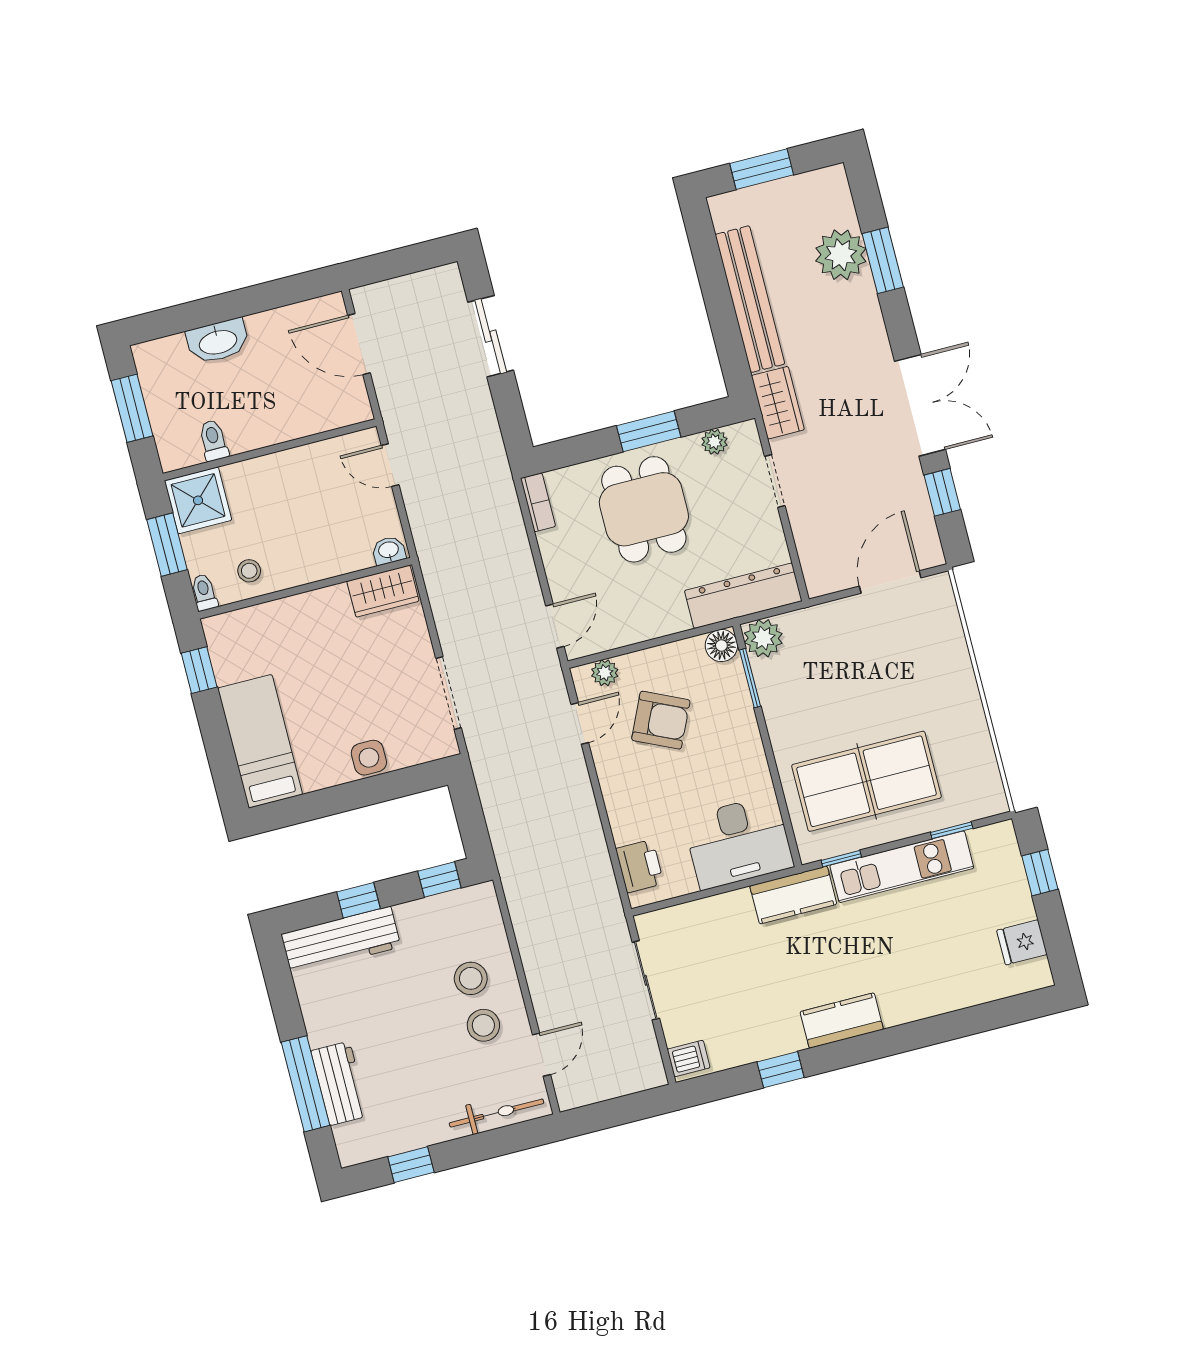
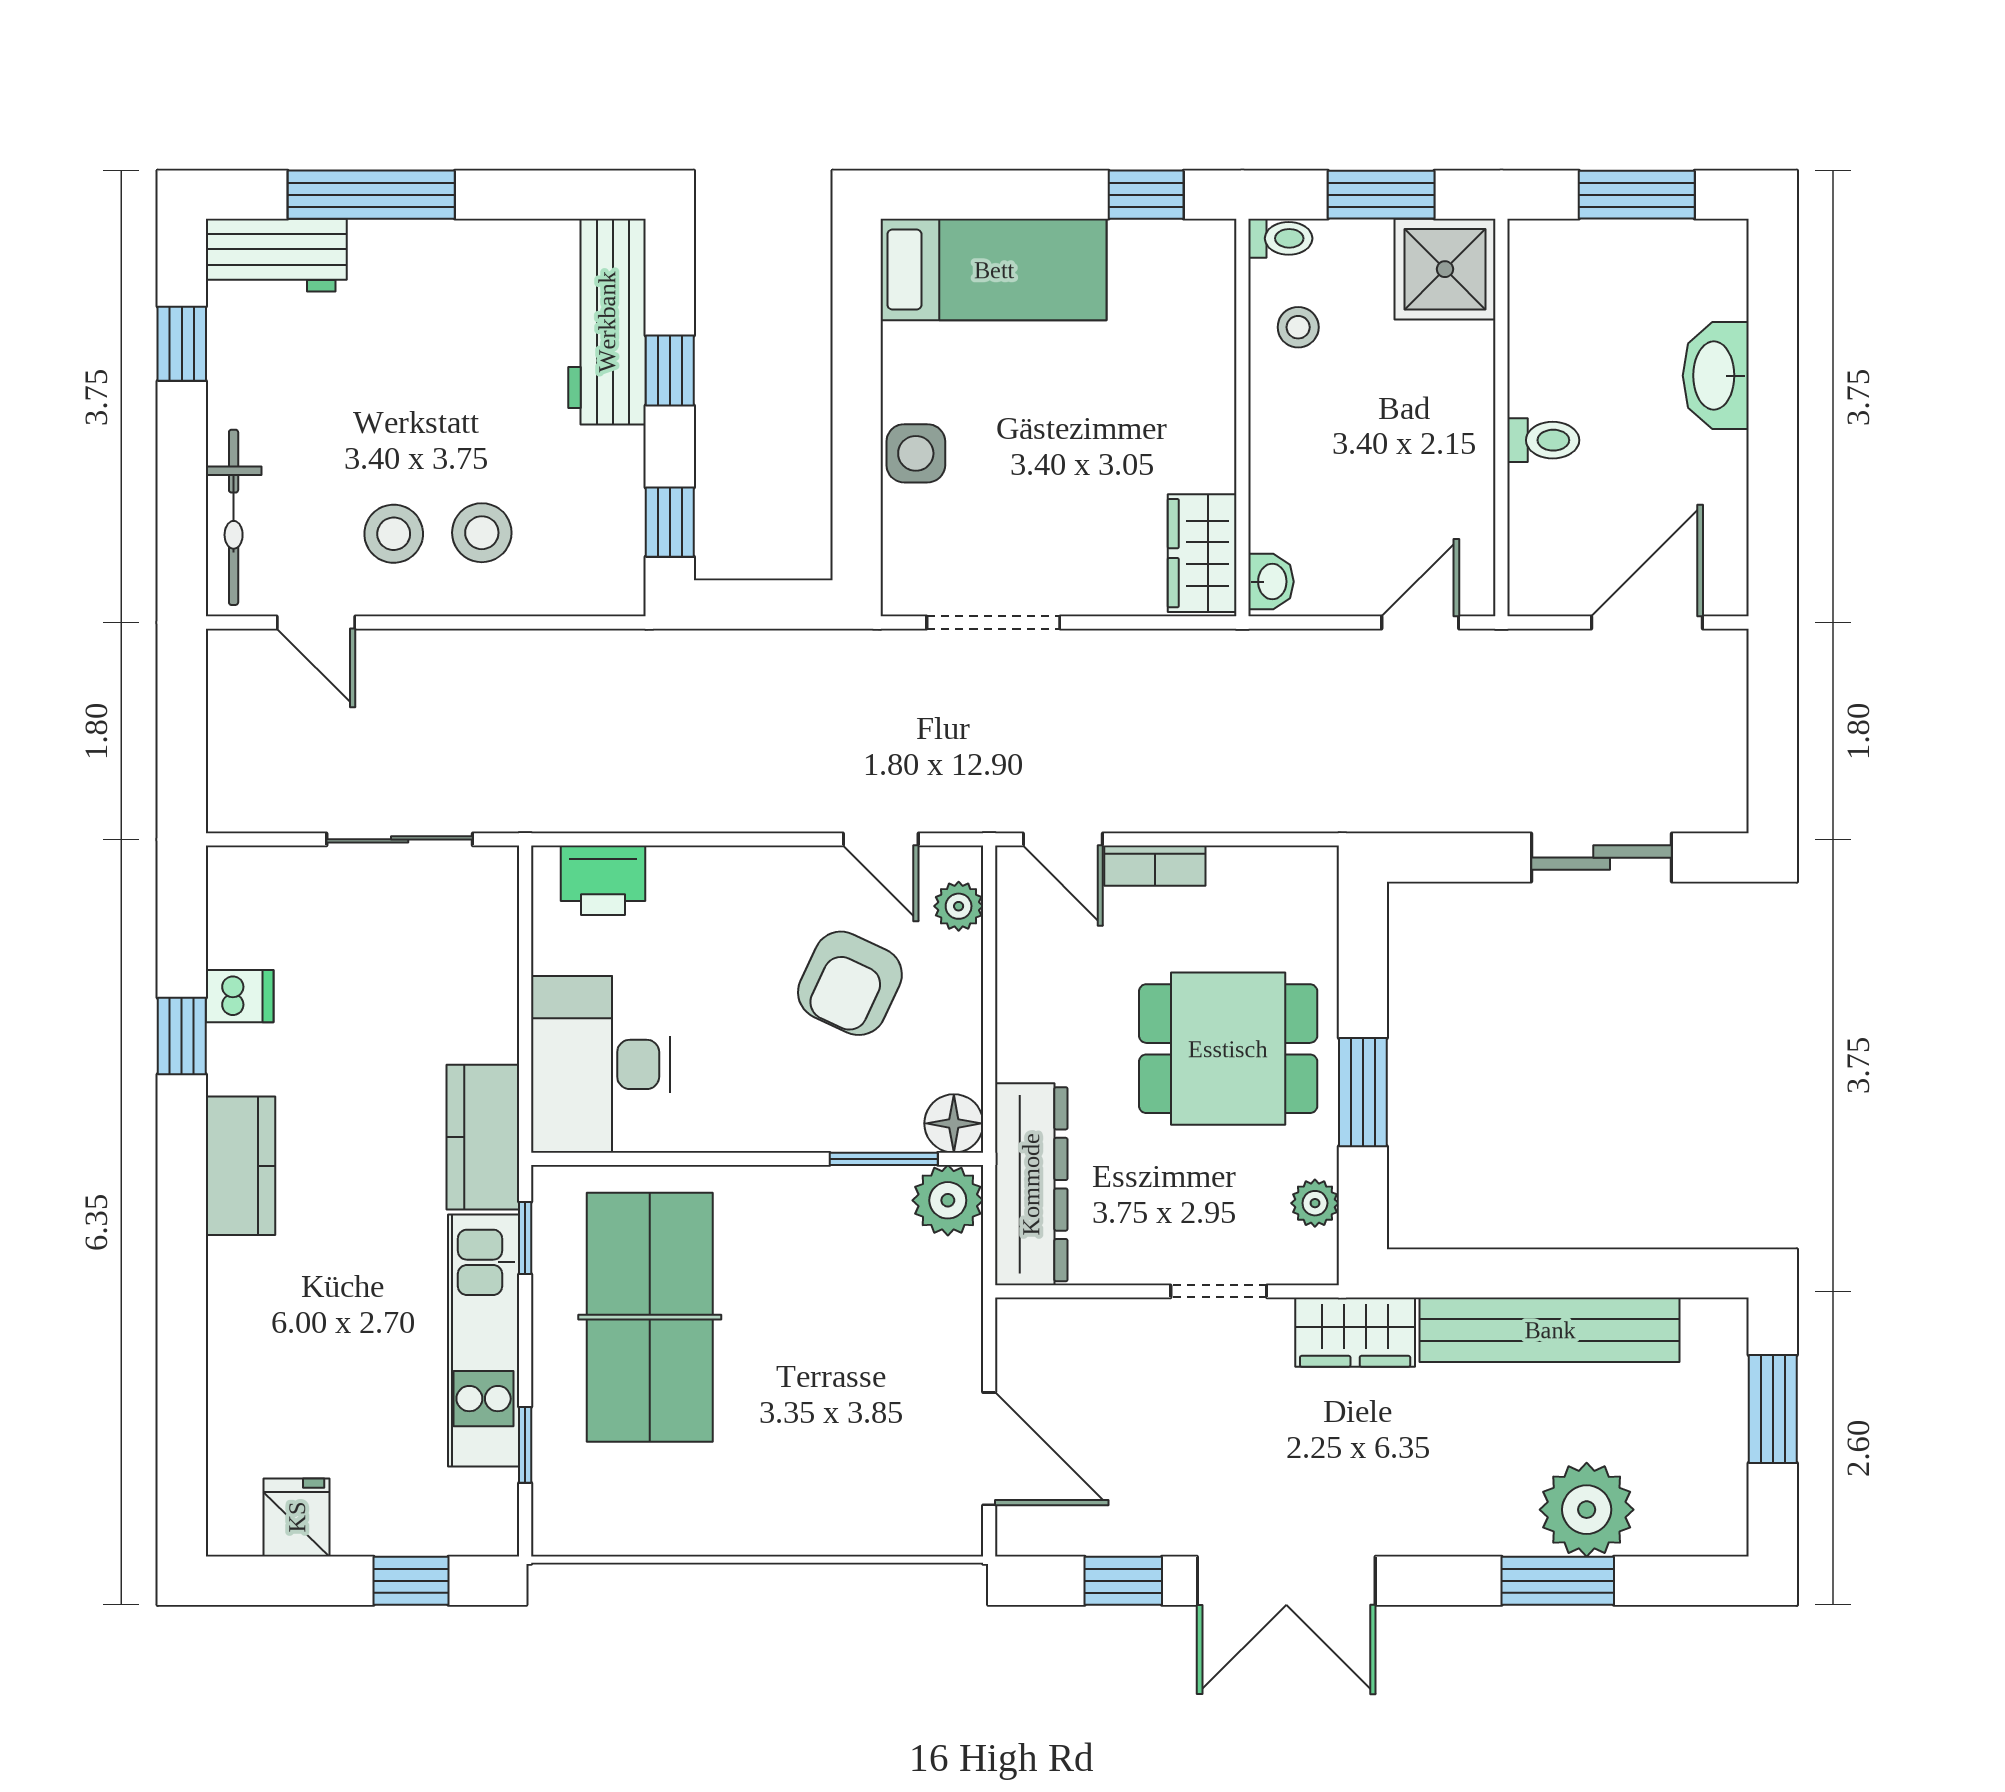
toilet: (213, 440) -> (1543, 440), moved
bookcase: (538, 502) -> (1155, 866), moved
dishwasher: (689, 1059) -> (240, 996), moved, turned -90
workbench: (340, 1083) -> (276, 255), moved

